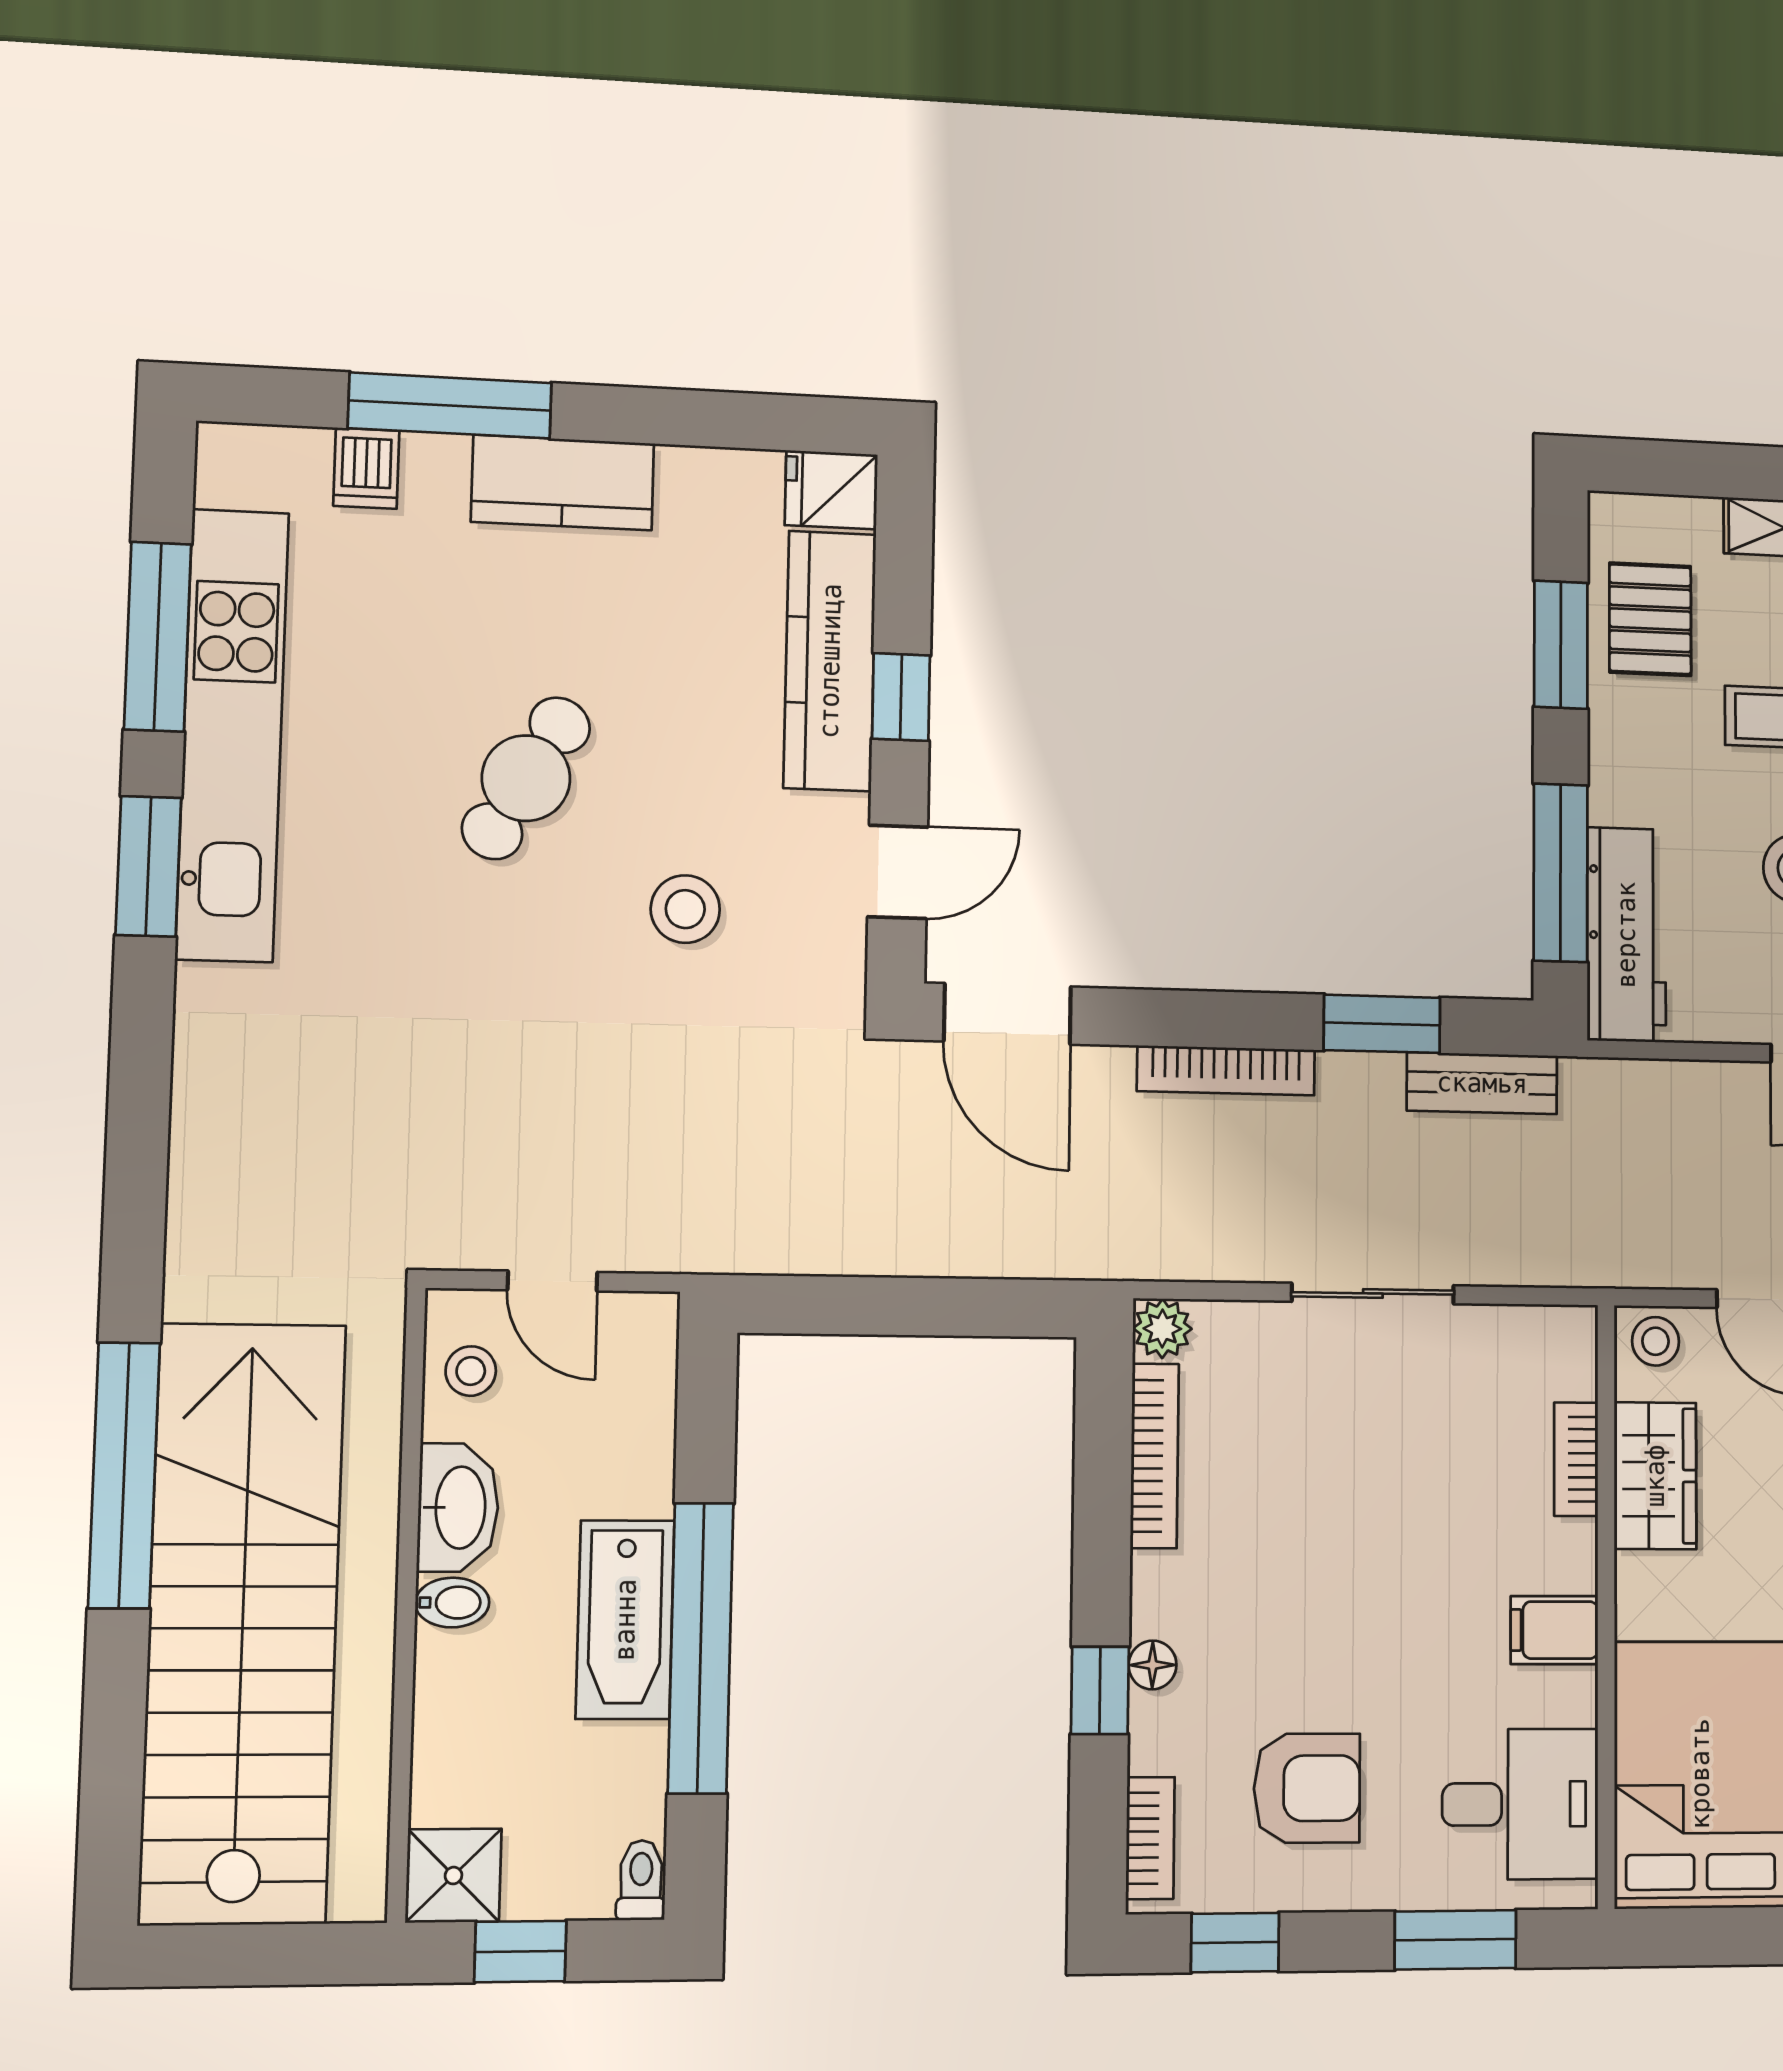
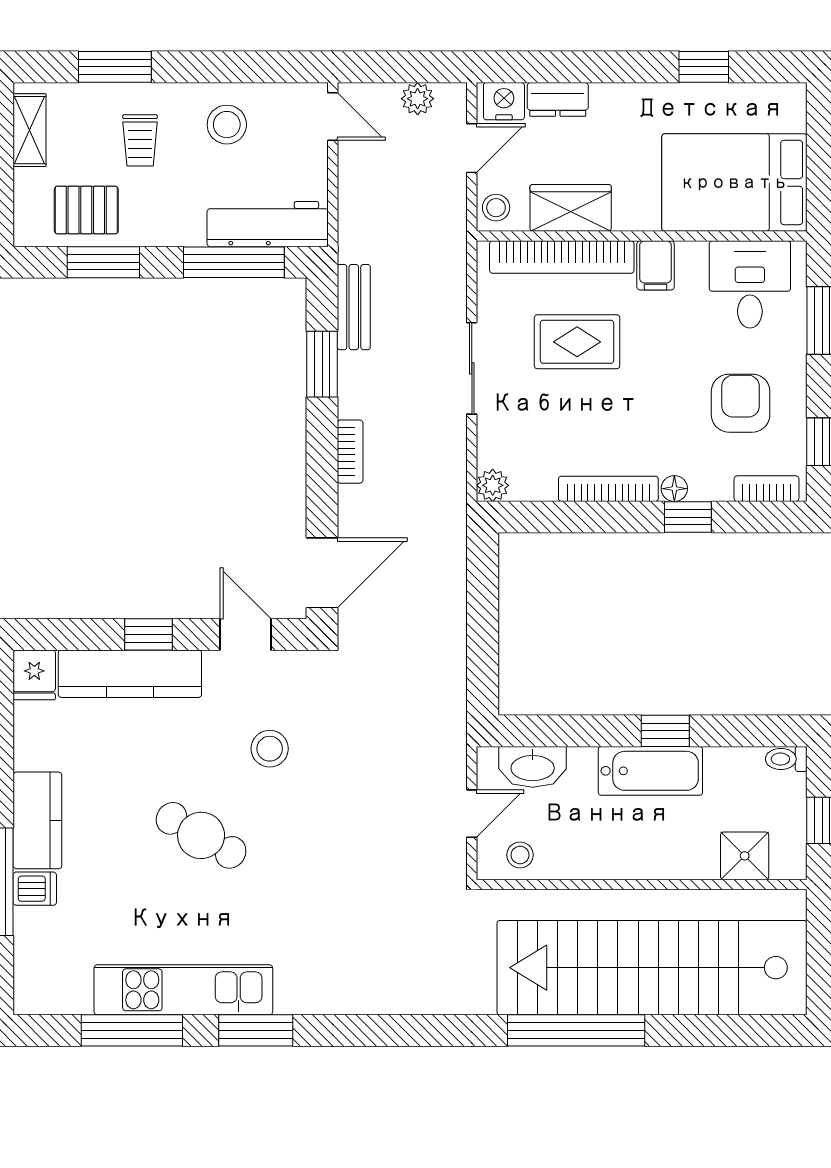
dishwasher: (366, 468) -> (35, 889), moved
kitchen unit: (232, 735) -> (183, 990), width x0.73
bookcase: (1226, 1070) -> (350, 452), width x0.64
bookcase: (1155, 1456) -> (608, 489), moved
bookcase: (1576, 1459) -> (562, 257), width x2.31, depth x1.31
rug: (1419, 1486) -> (577, 342), added
washbasin: (458, 1508) -> (533, 767), moved, turned 180
bidet: (452, 1603) -> (642, 861), removed
window: (701, 1648) -> (665, 731), width x0.32
shower: (453, 1876) -> (745, 856), moved

